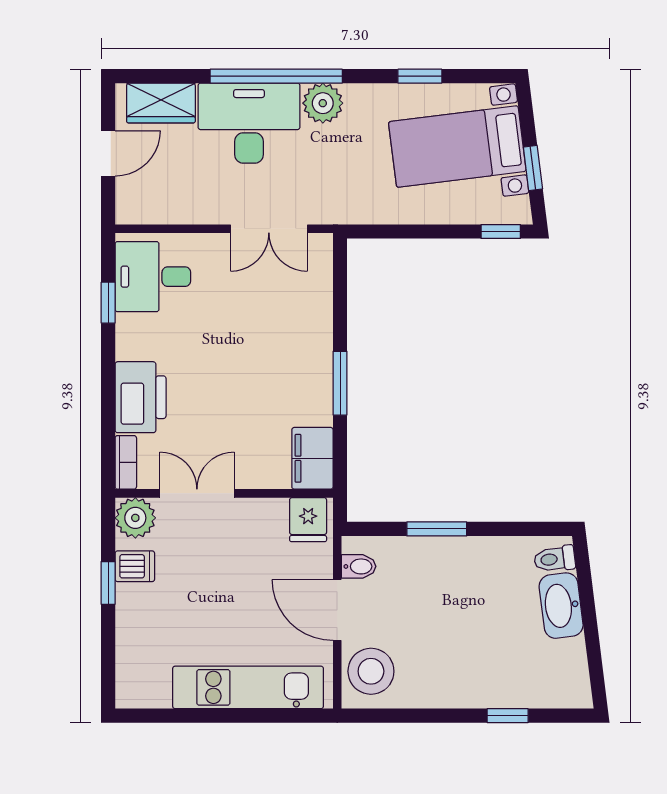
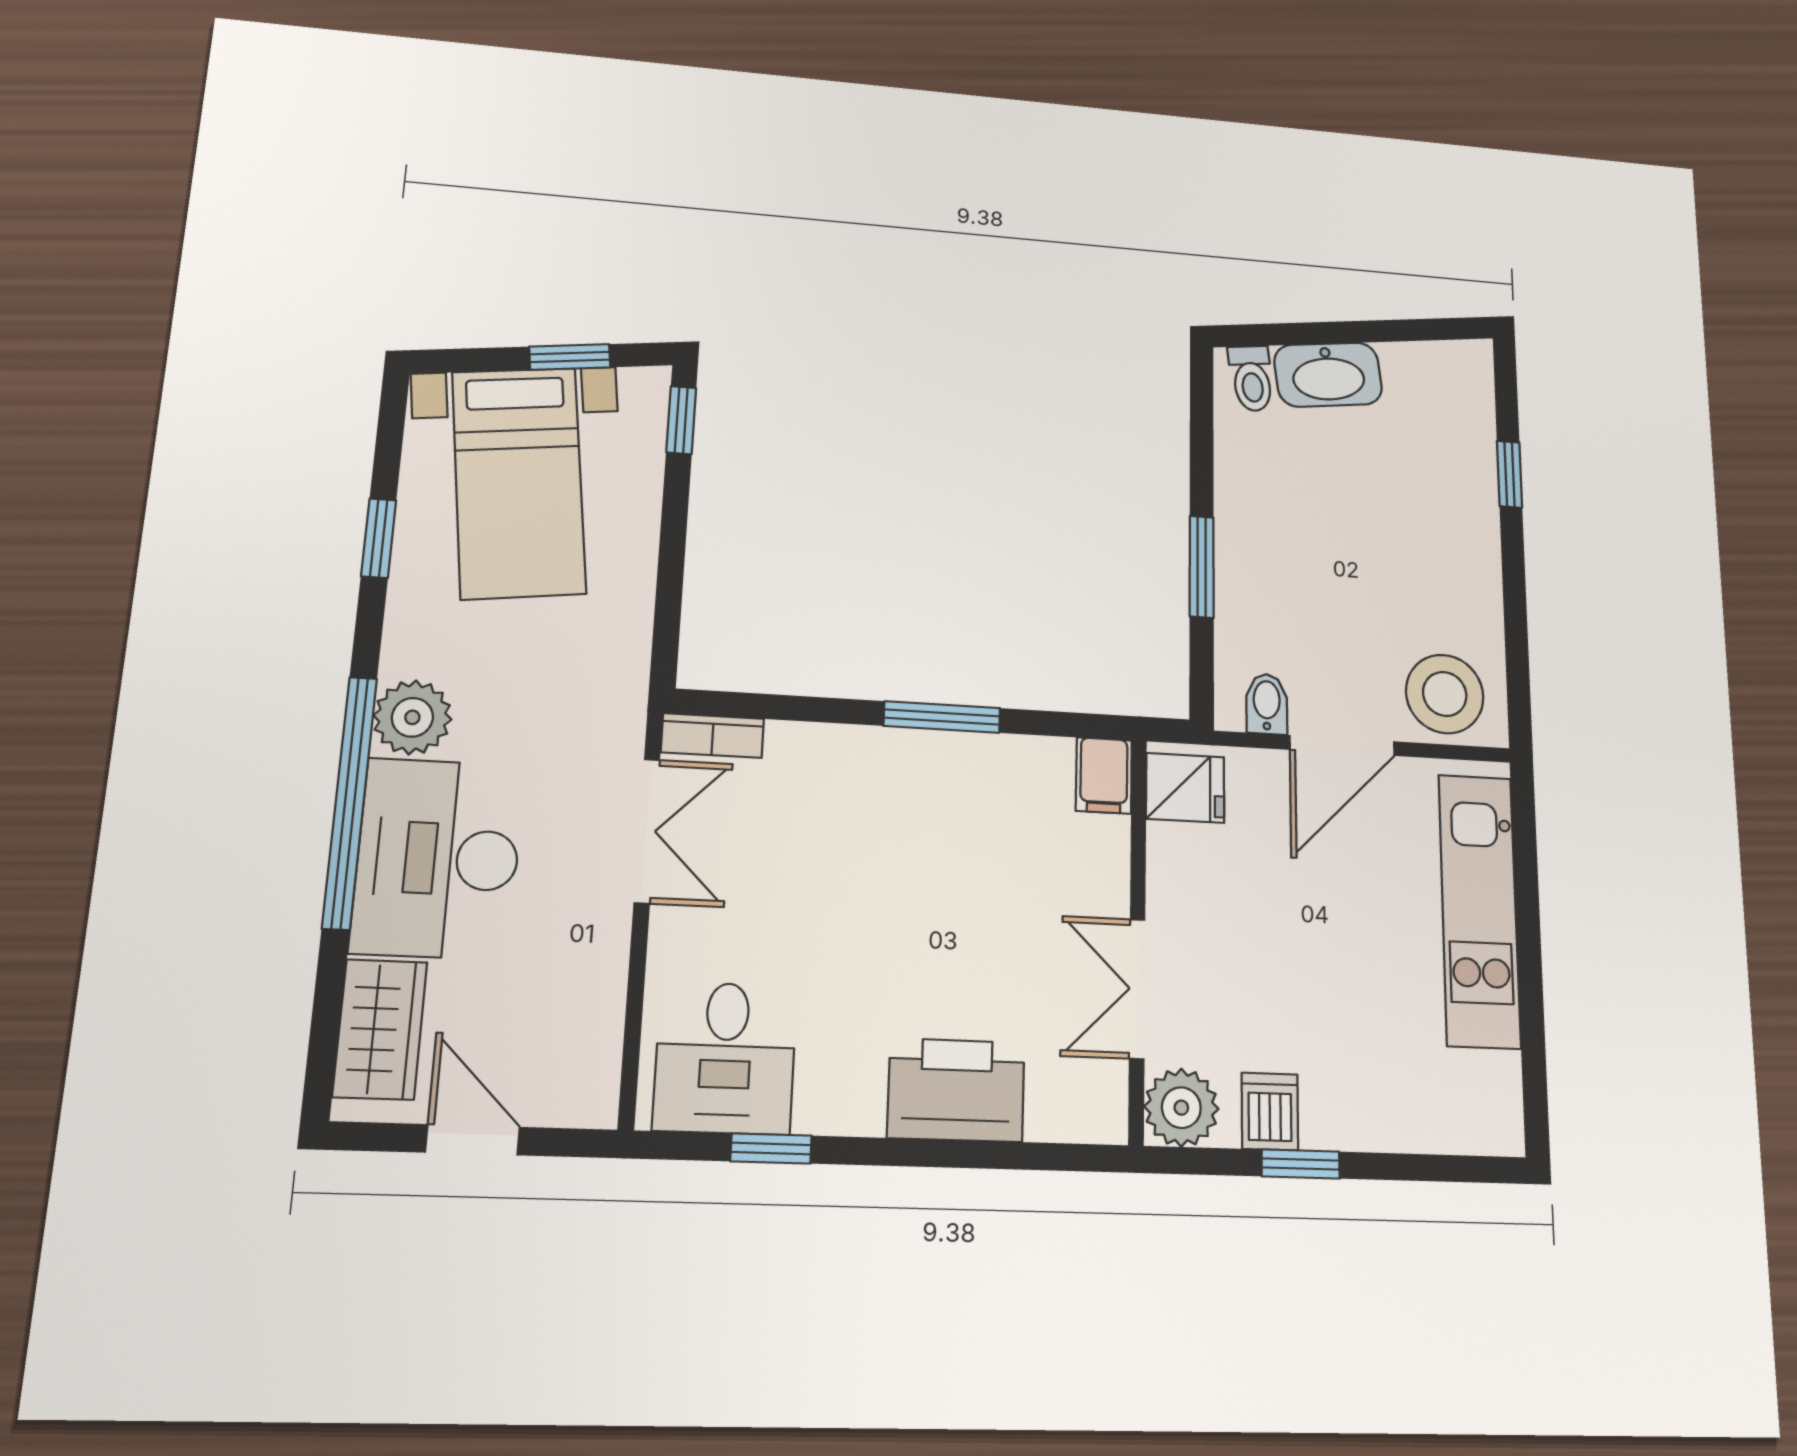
filing cabinet: (312, 458) -> (1104, 775), width x0.50
bookcase: (126, 462) -> (713, 736), moved, turned 180

